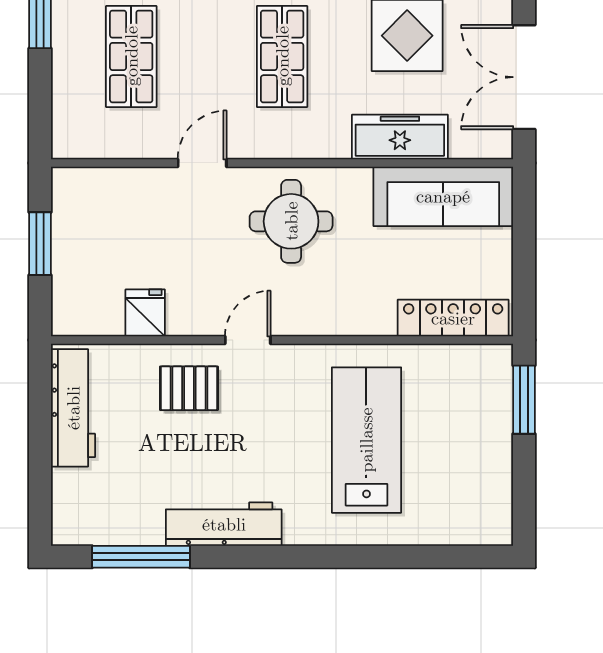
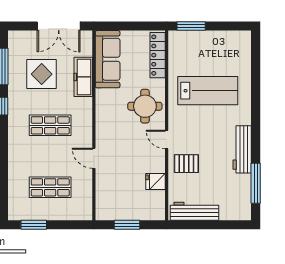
round table: (291, 221) -> (145, 106), moved
pallet: (189, 388) -> (186, 164), turned 90
lab bench: (366, 440) -> (208, 91), turned 180

